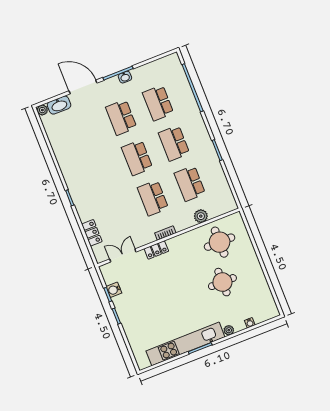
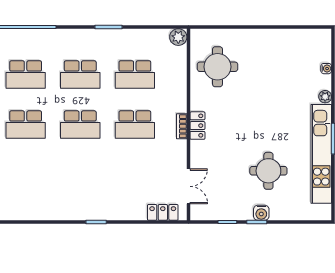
plant: (201, 216) -> (178, 37), moved
locker: (92, 233) -> (163, 212), moved
locker: (156, 250) -> (197, 126), moved
double door: (123, 255) -> (188, 186), swing flipped
round table: (222, 282) -> (268, 171), moved
water cooler: (114, 290) -> (261, 213), moved

